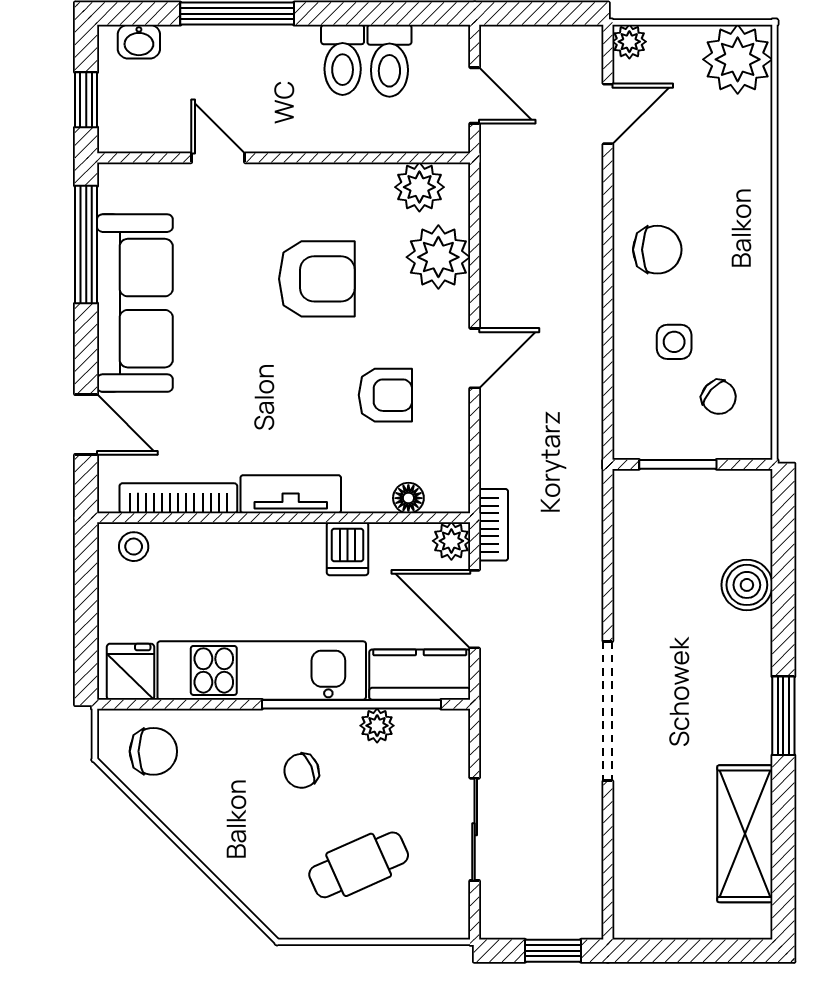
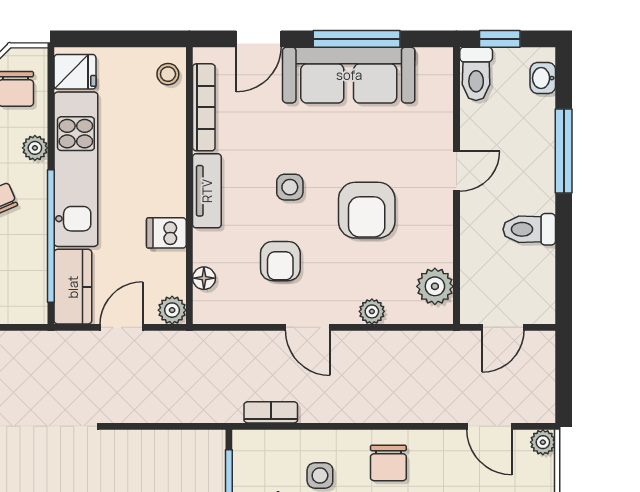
toilet: (389, 61) -> (476, 74), moved, turned -90
door: (218, 158) -> (457, 171), moved
window: (86, 245) -> (357, 39), moved
plant: (438, 257) -> (372, 311), width x0.53, depth x0.53
side table: (286, 382) -> (290, 187), added
bookcase: (494, 525) -> (271, 412), moved, turned 180
door: (475, 609) -> (121, 327), width x0.73
plant: (377, 726) -> (35, 148), moved

